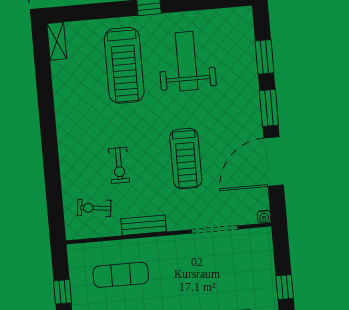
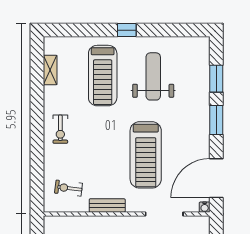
shelving: (57, 41) -> (50, 70), moved
treadmill: (186, 159) -> (146, 155), width x1.37, depth x1.38
door: (274, 162) -> (216, 178), moved
exercise bike: (119, 165) -> (60, 129), moved

